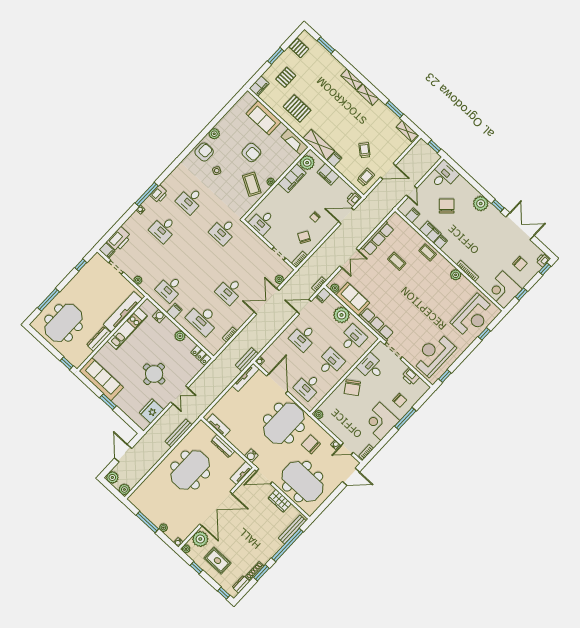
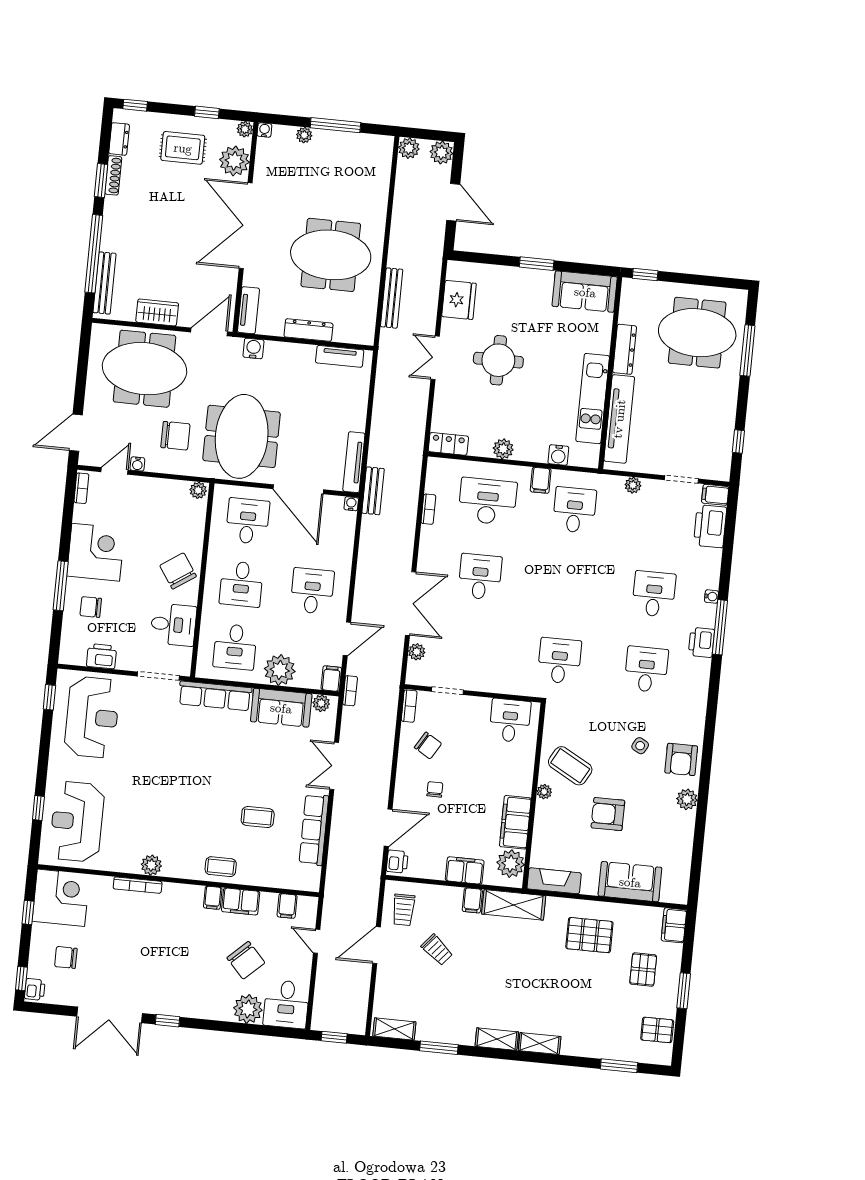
plant: (481, 204) -> (248, 1009), moved
meeting table: (63, 323) -> (697, 333), turned 90
sofa: (101, 379) -> (585, 292), width x0.73
meeting table: (190, 470) -> (331, 255), turned 90

